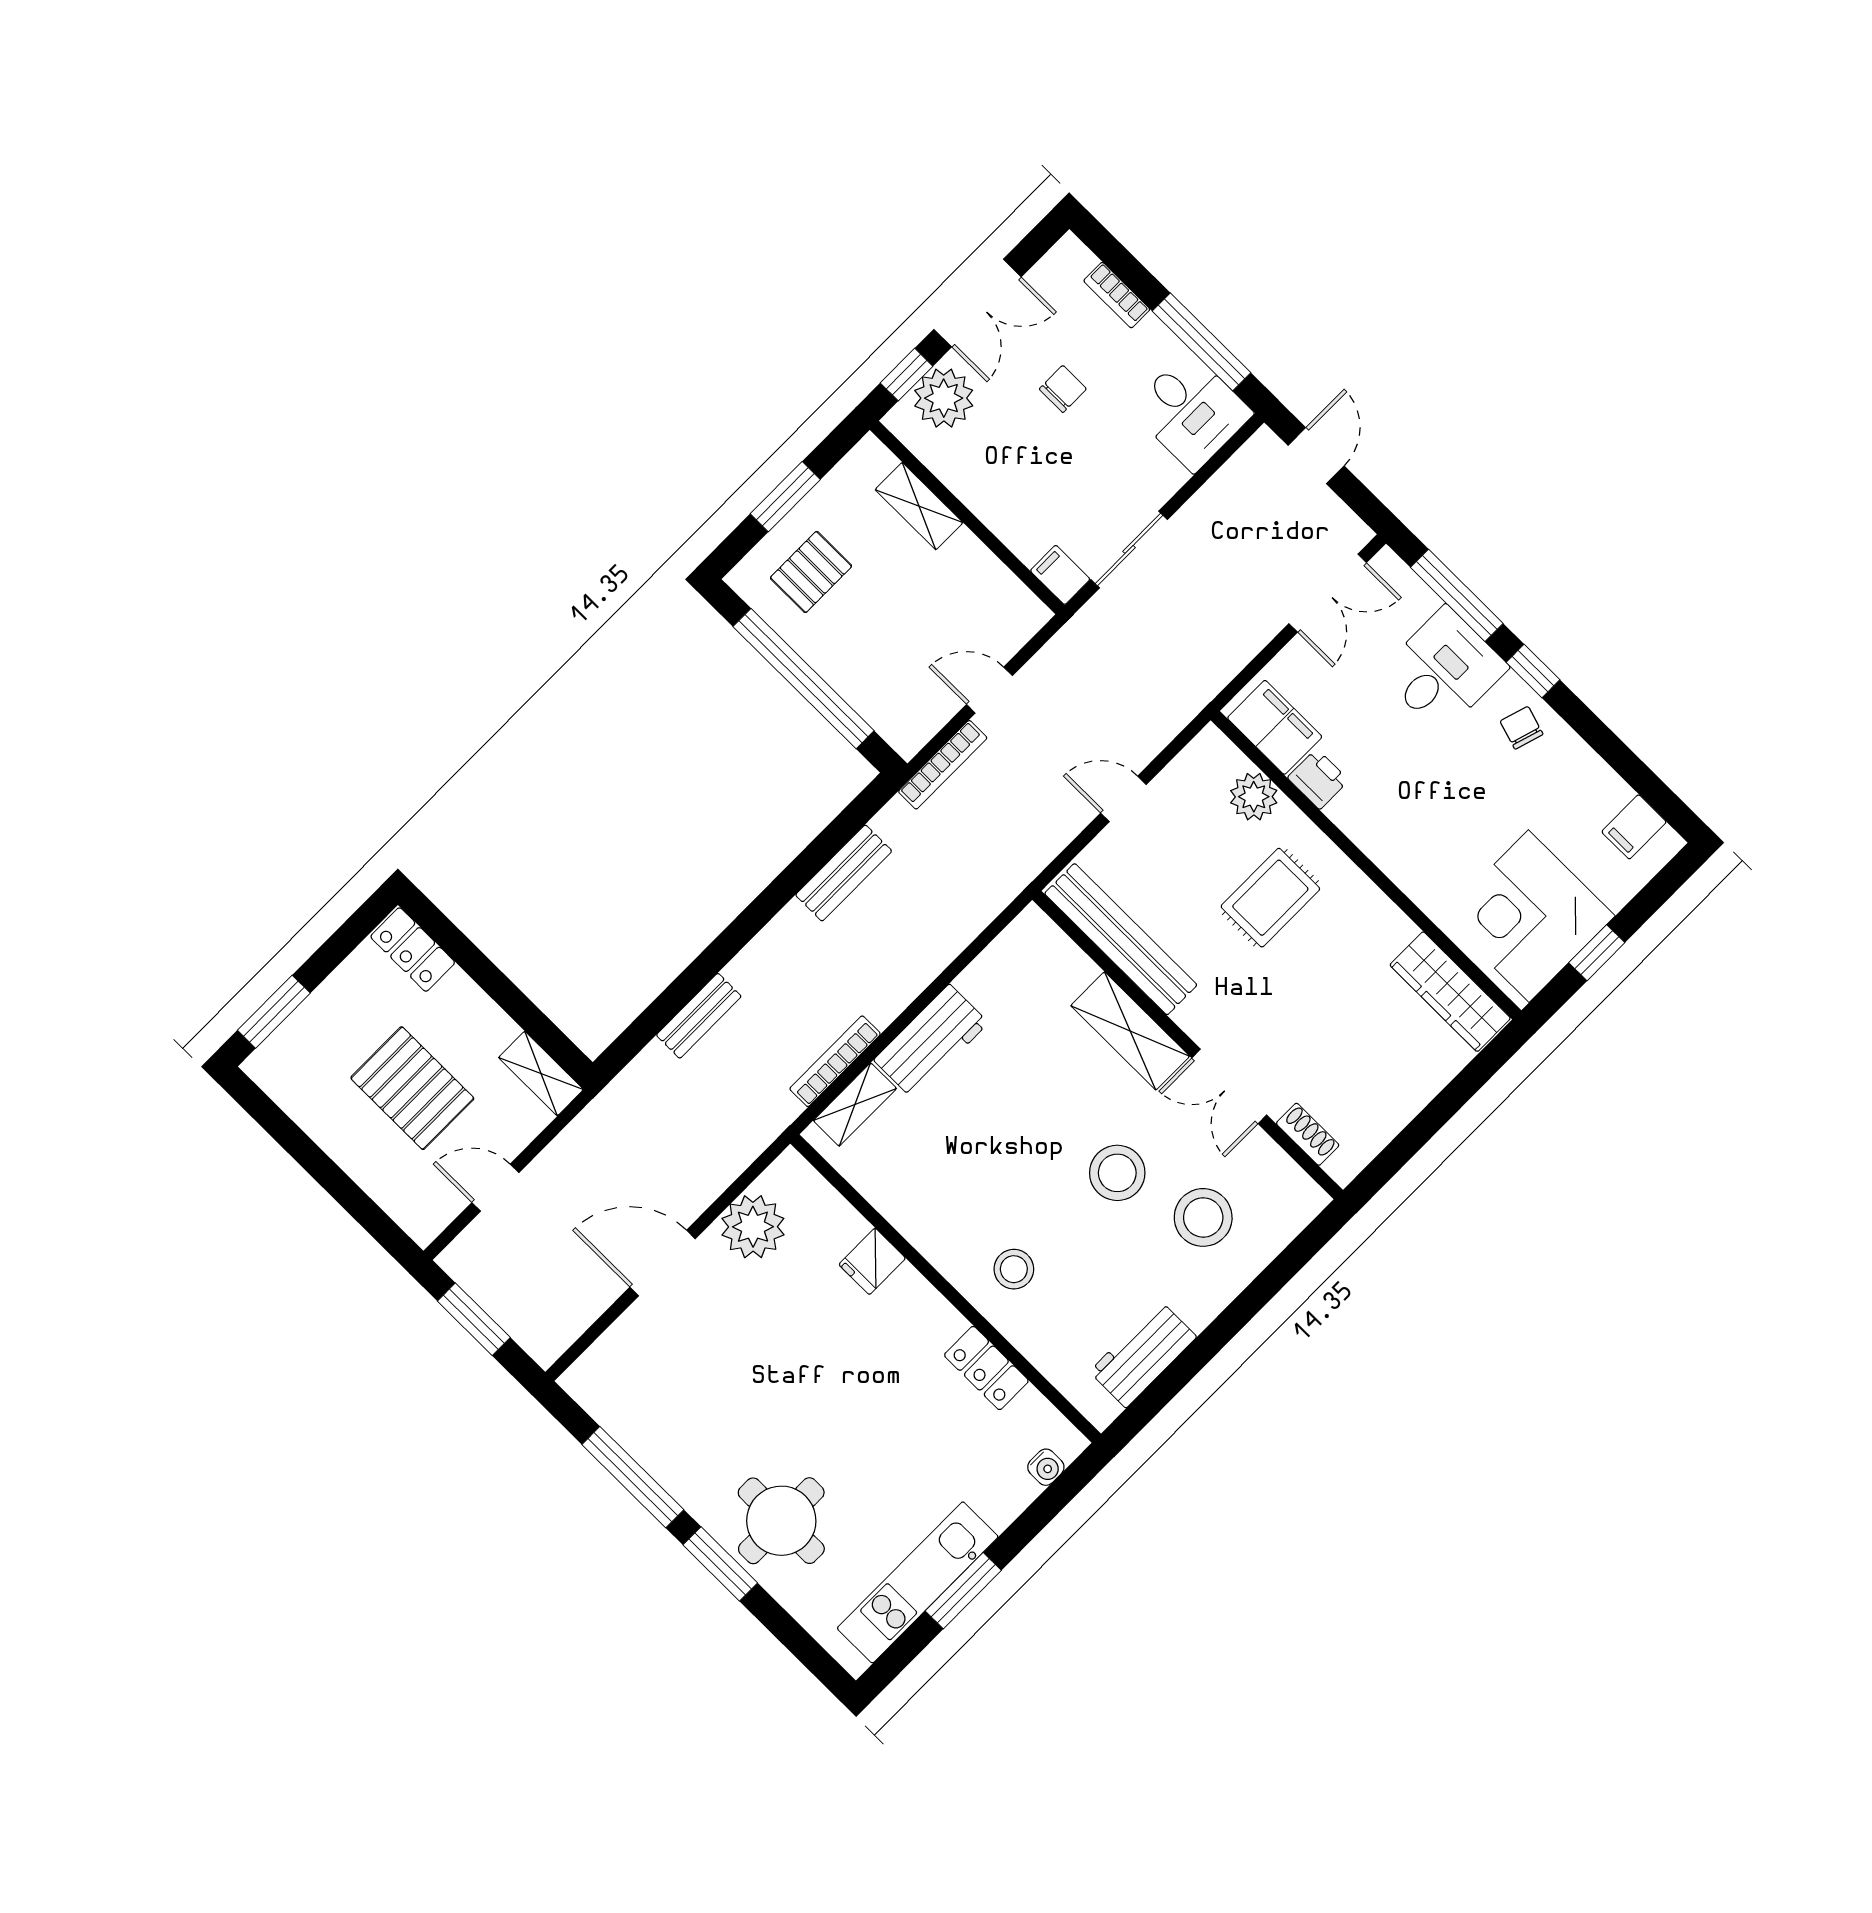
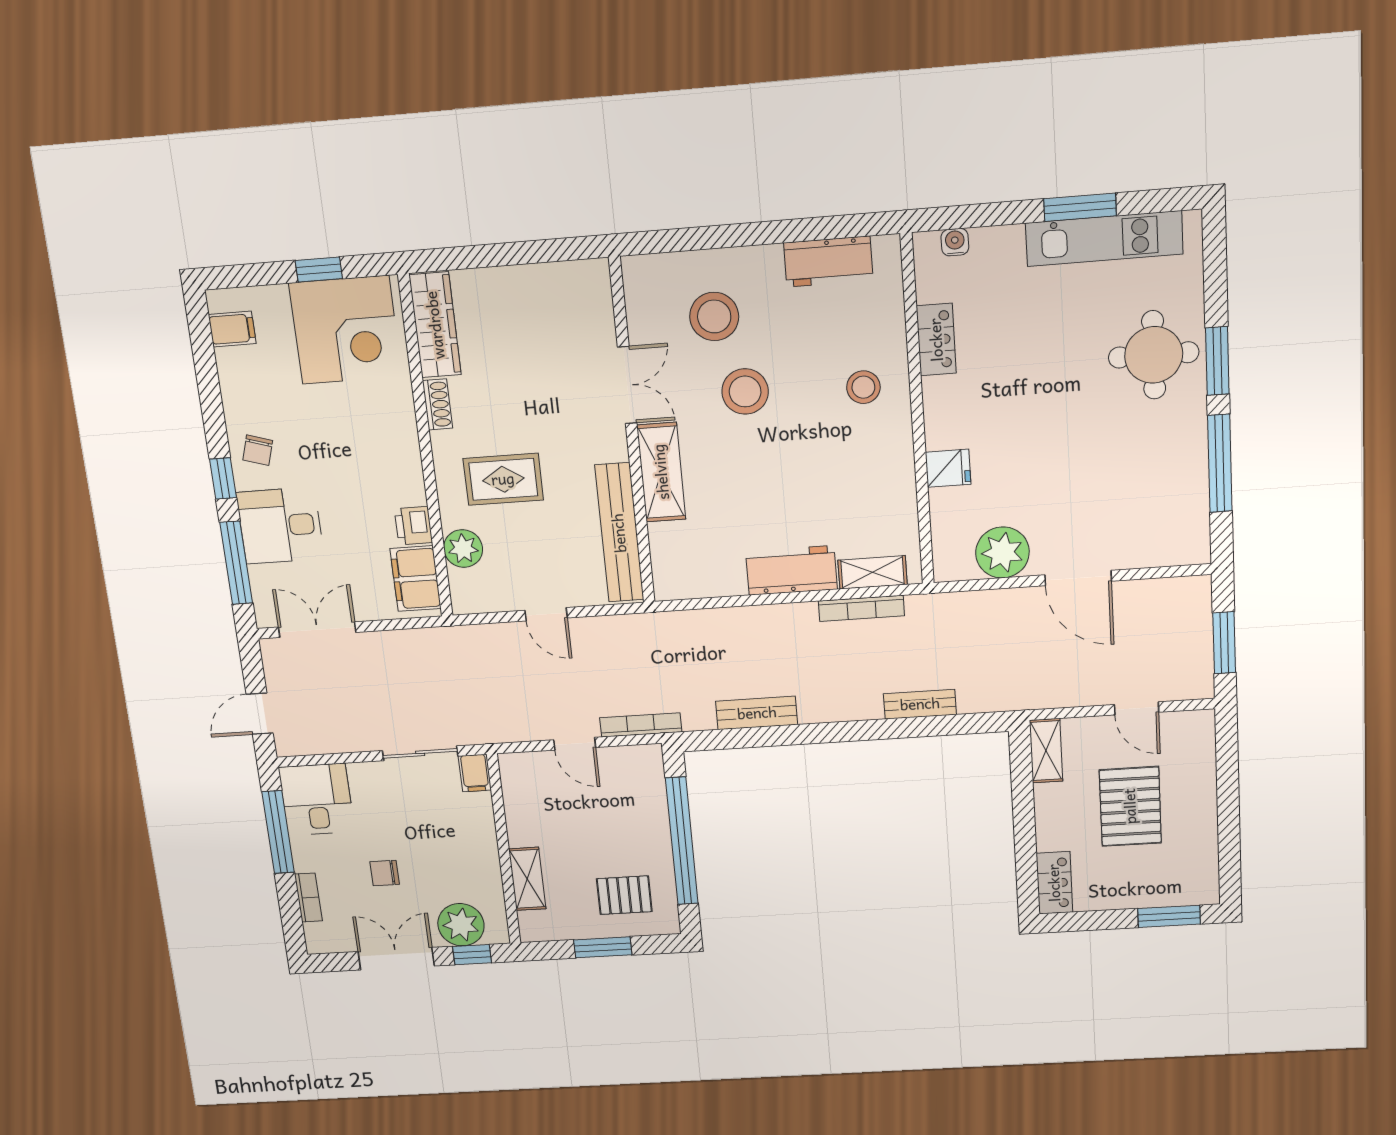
shoe rack: (1308, 1134) -> (437, 404), moved, turned 180

